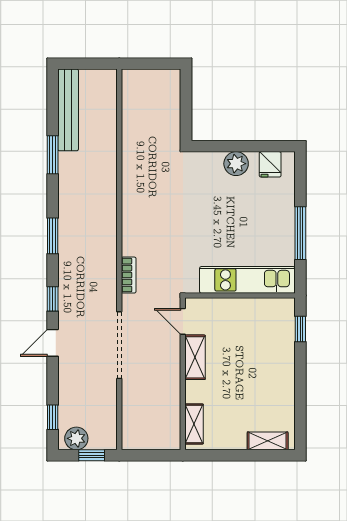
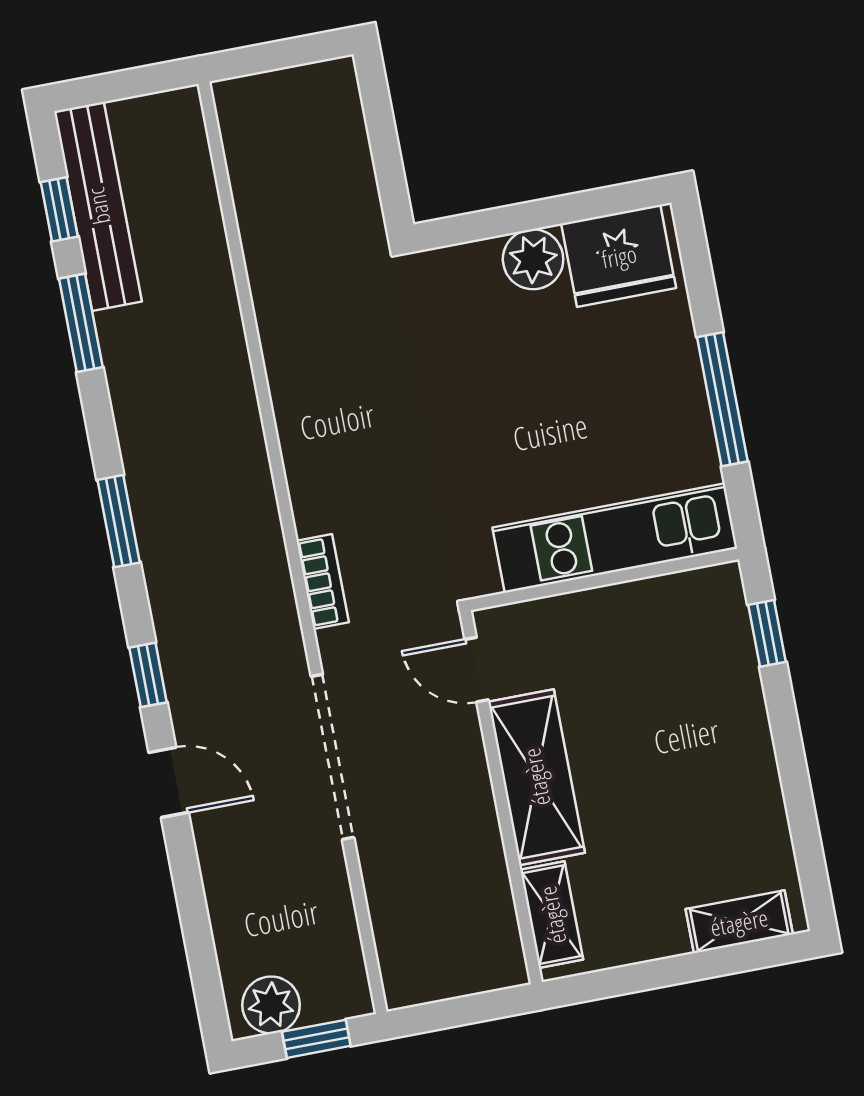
fridge: (270, 164) -> (619, 256), width x1.88, depth x1.34
door: (53, 343) -> (169, 782), swing flipped
shelving: (195, 357) -> (536, 777), width x1.50, depth x1.33
window: (53, 417) -> (59, 209), moved

